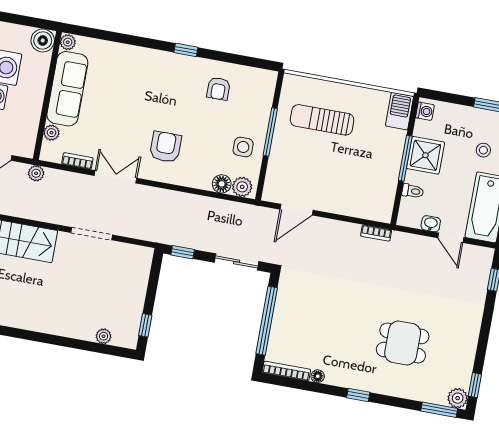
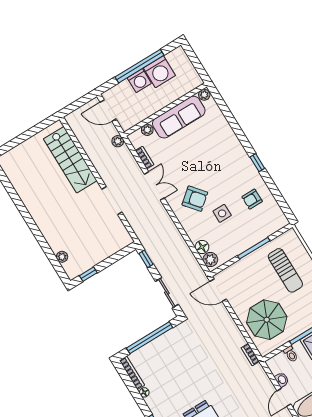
boiler: (43, 40) -> (193, 80), removed
sun lounger: (322, 120) -> (285, 270), turned 180
armchair: (166, 147) -> (195, 199), turned 50
side table: (243, 147) -> (222, 213), moved
parasol: (355, 184) -> (267, 320), added
door: (297, 210) -> (218, 290), moved

